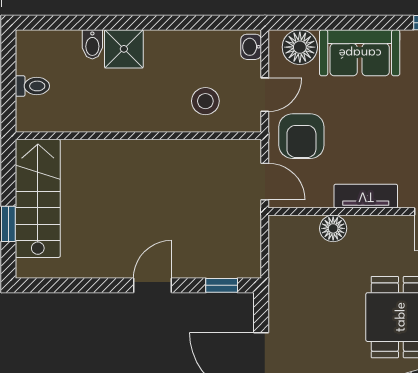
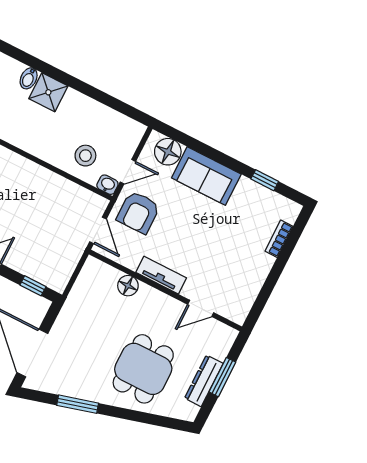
washbasin: (251, 47) -> (107, 185), moved, turned 90

